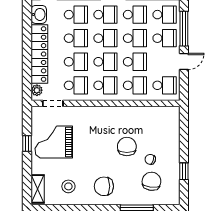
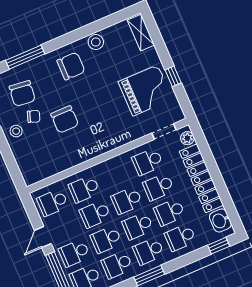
school desk: (105, 85) -> (116, 175), removed
stool: (169, 154) -> (16, 131), added
stool: (68, 186) -> (96, 42), moved

